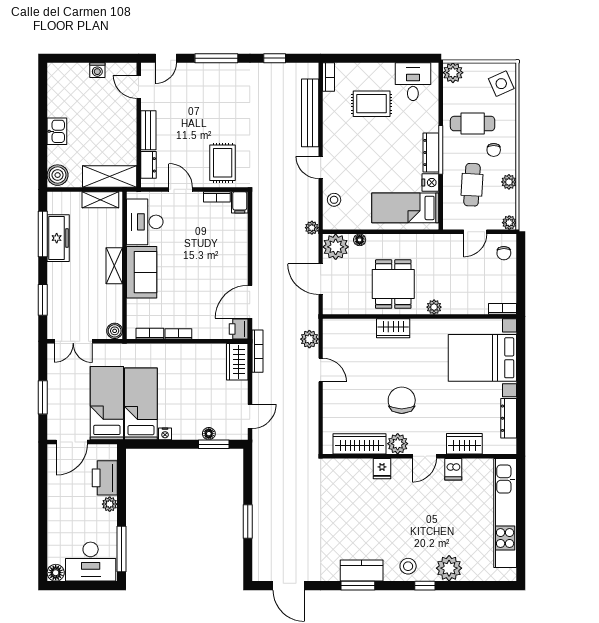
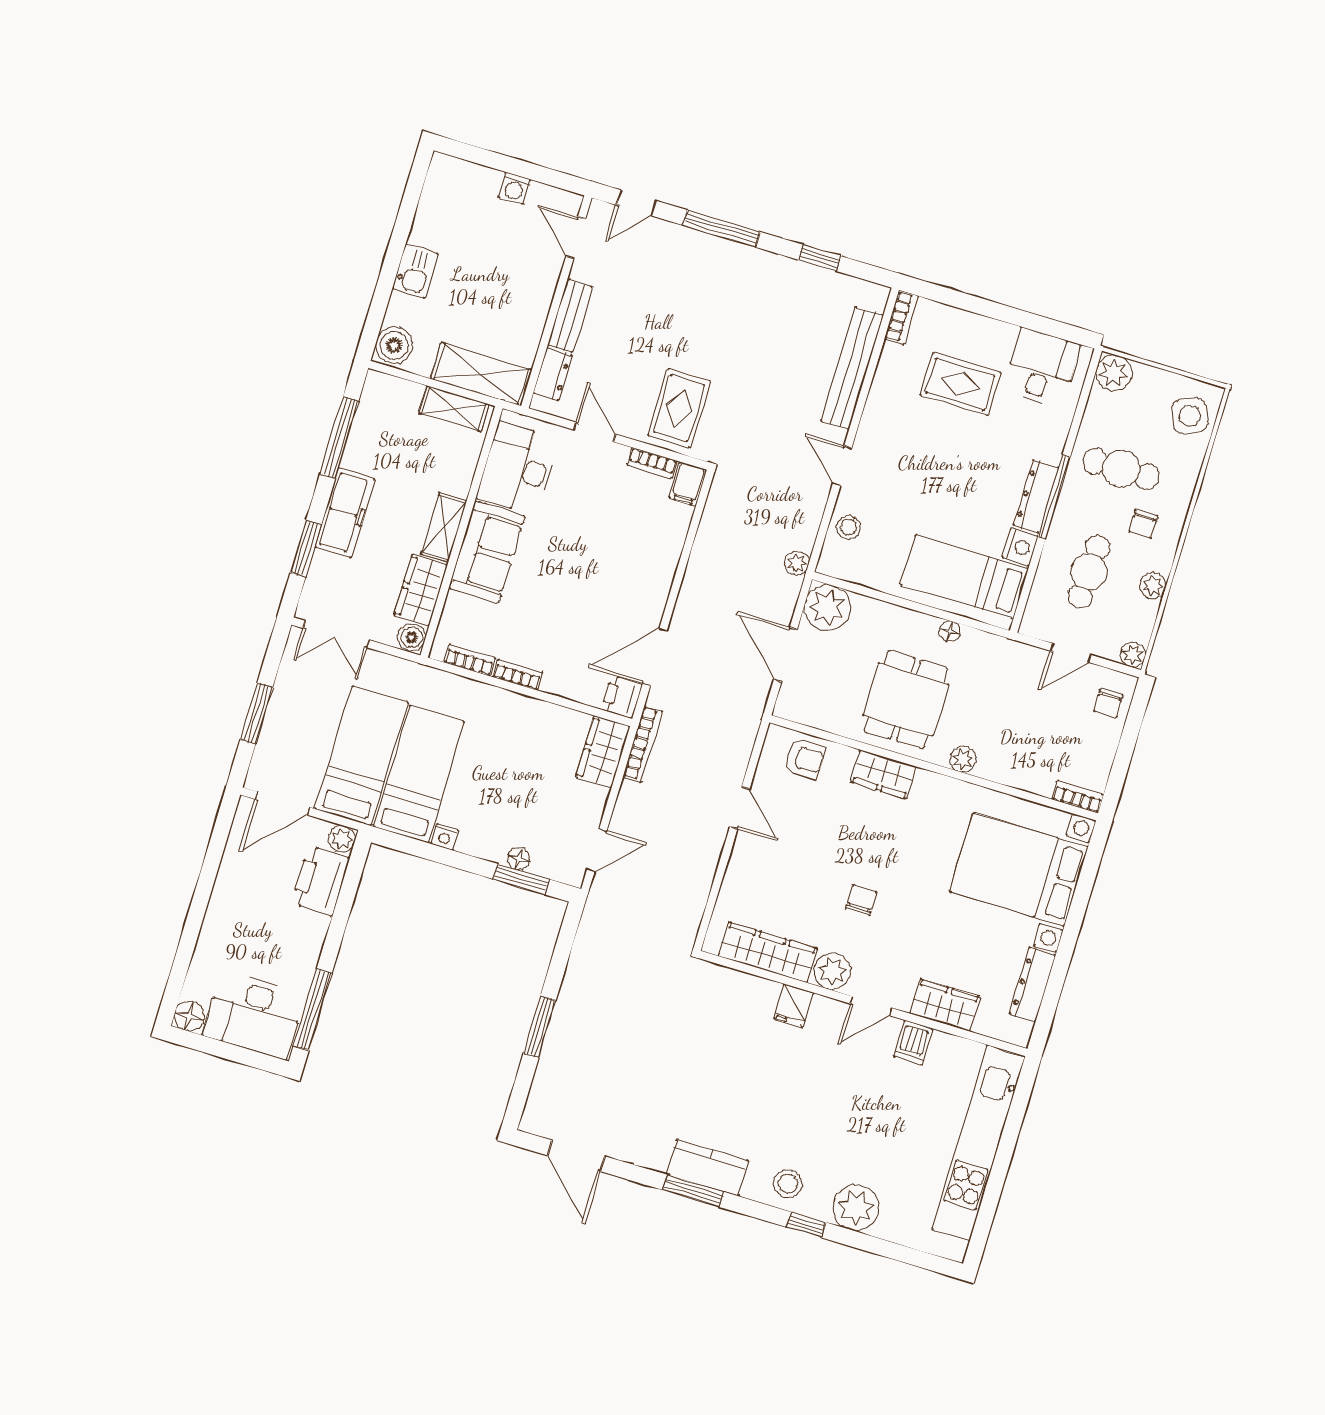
freezer: (58, 238) -> (345, 513), moved
floor lamp: (360, 240) -> (950, 631), moved
wardrobe: (112, 303) -> (421, 590), added
armchair: (348, 333) -> (805, 759), added
plant: (309, 339) -> (736, 750), removed
chair: (402, 400) -> (861, 900), width x0.54, depth x0.54
plant: (110, 504) -> (342, 839), moved

